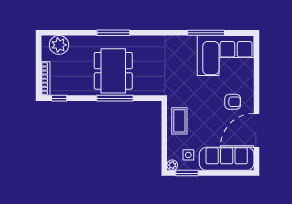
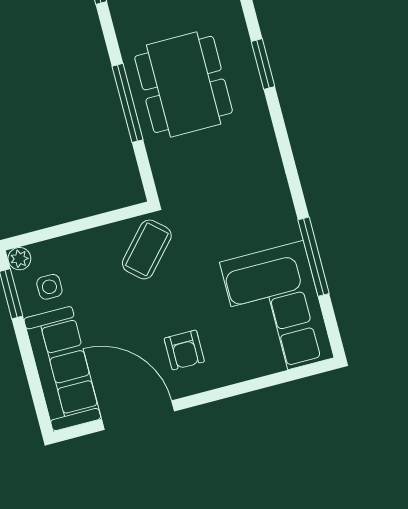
window: (113, 33) -> (263, 64), width x0.69
dining table: (113, 71) -> (184, 84), turned 90
coffee table: (179, 121) -> (147, 249), moved, turned -48

